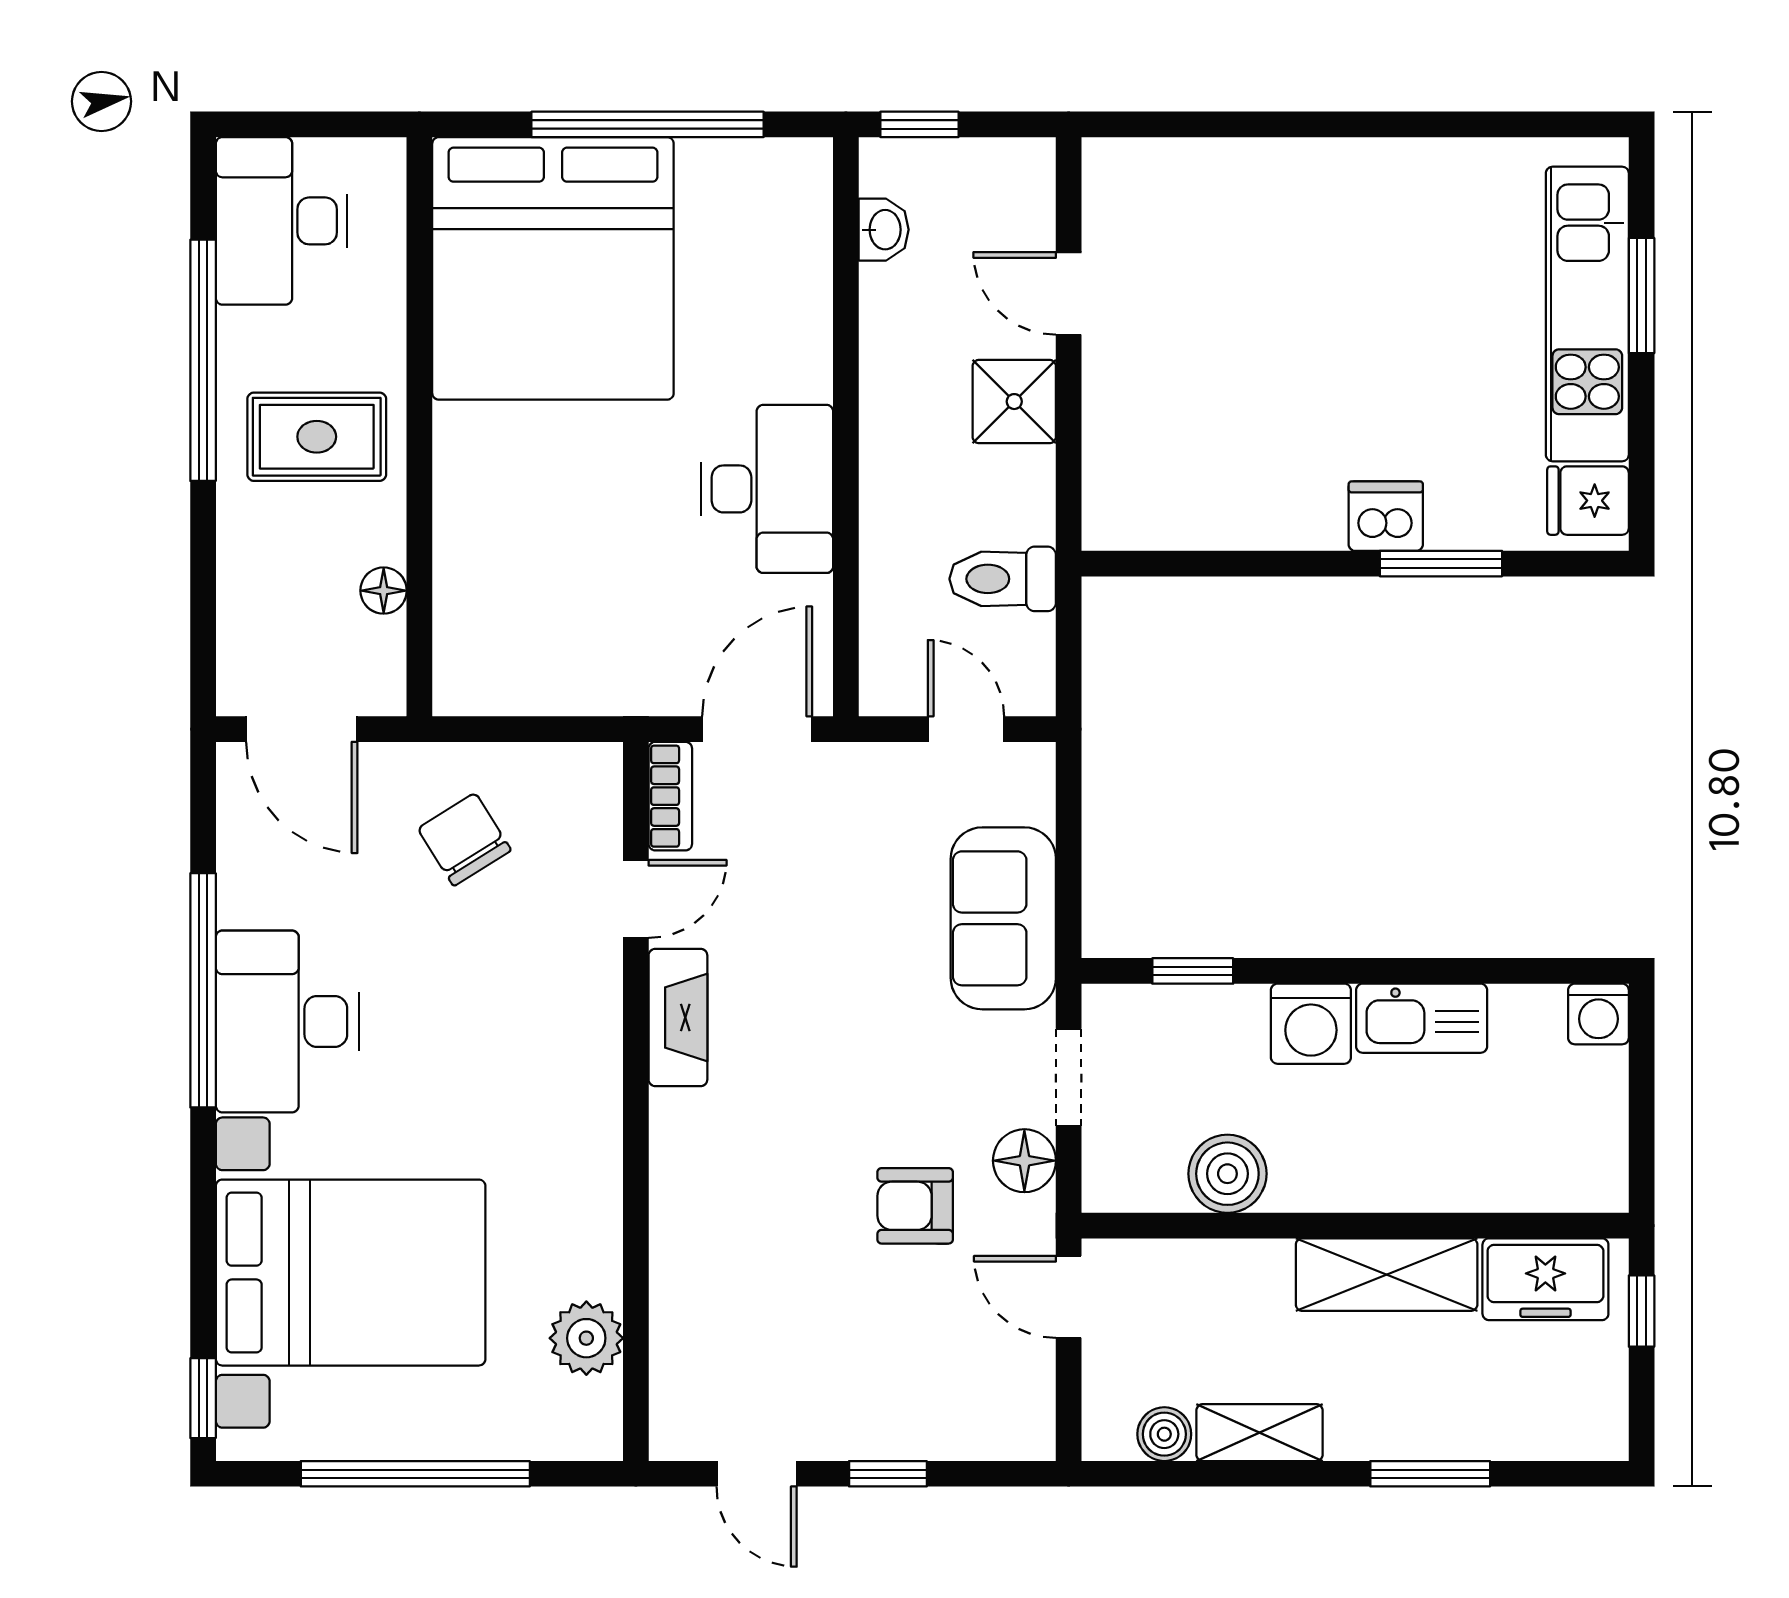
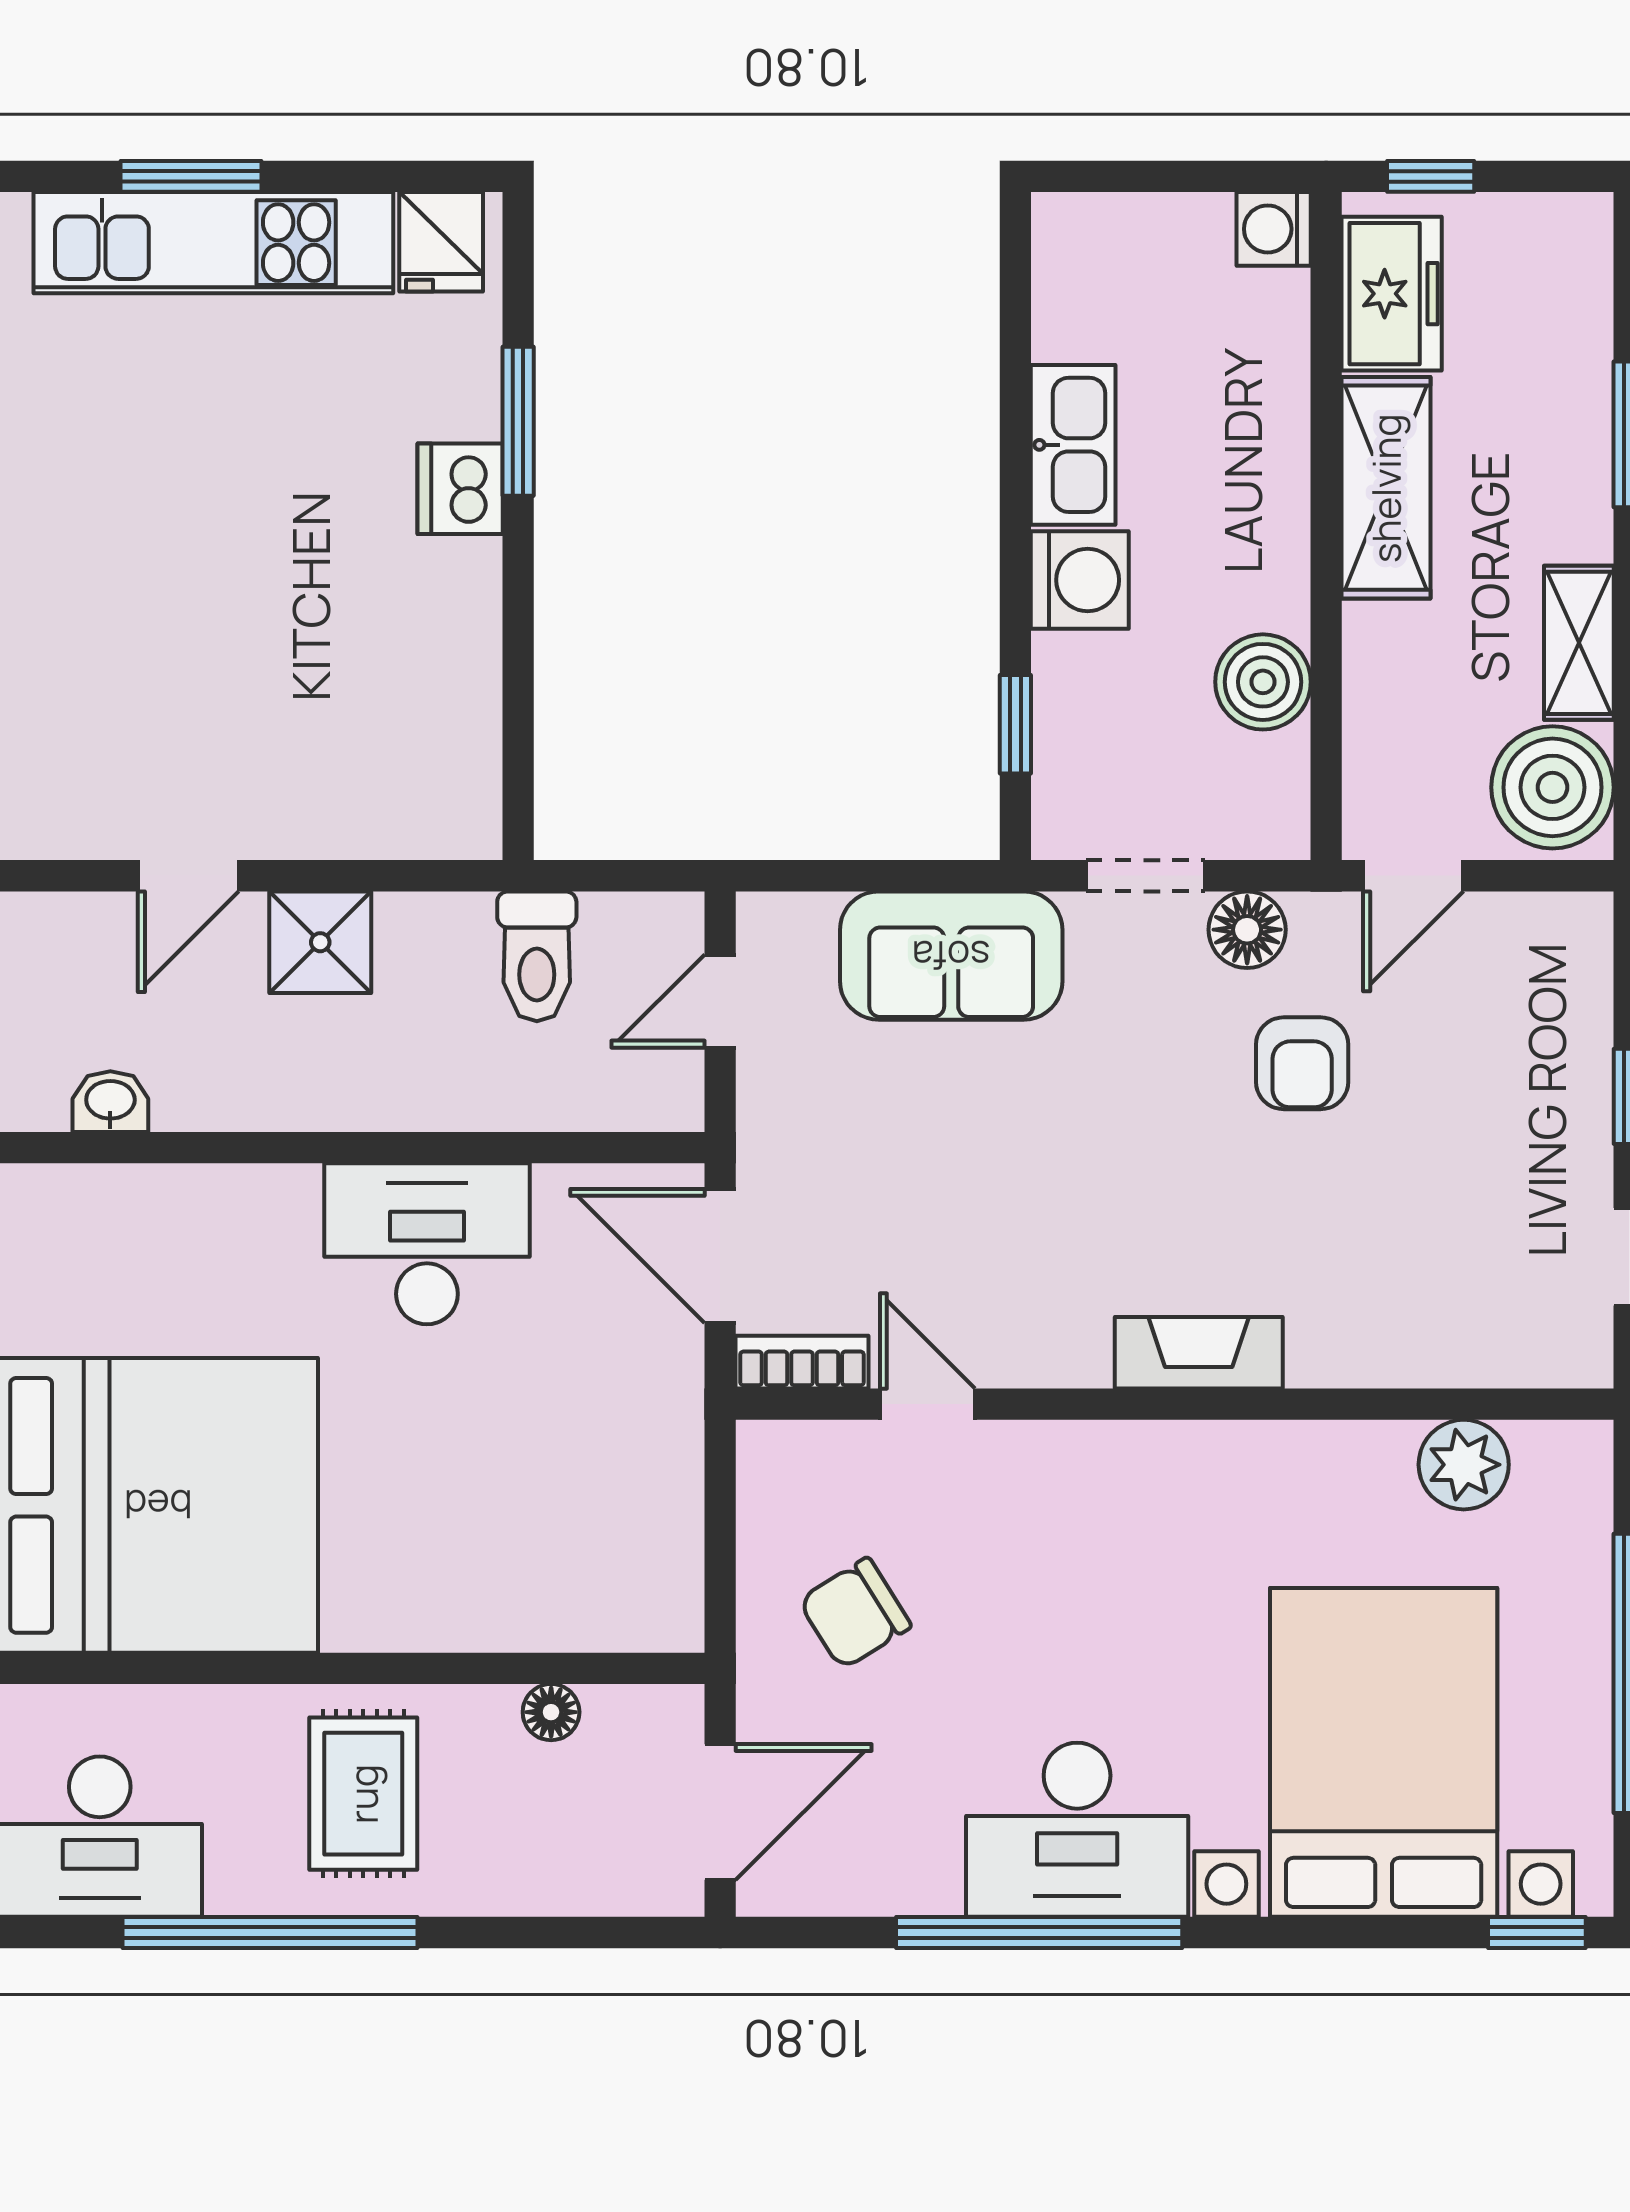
washing machine: (1598, 1014) -> (1274, 229), moved, turned 180
fireplace: (678, 1018) -> (1199, 1353), moved
boiler: (1164, 1434) -> (1552, 787), width x1.86, depth x1.86

